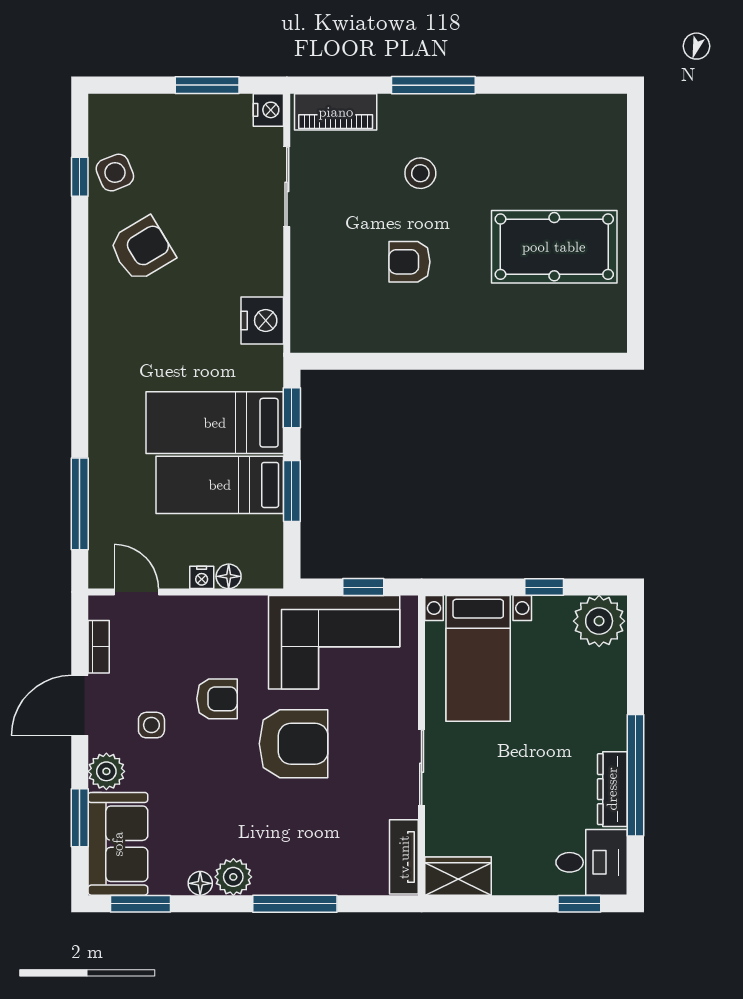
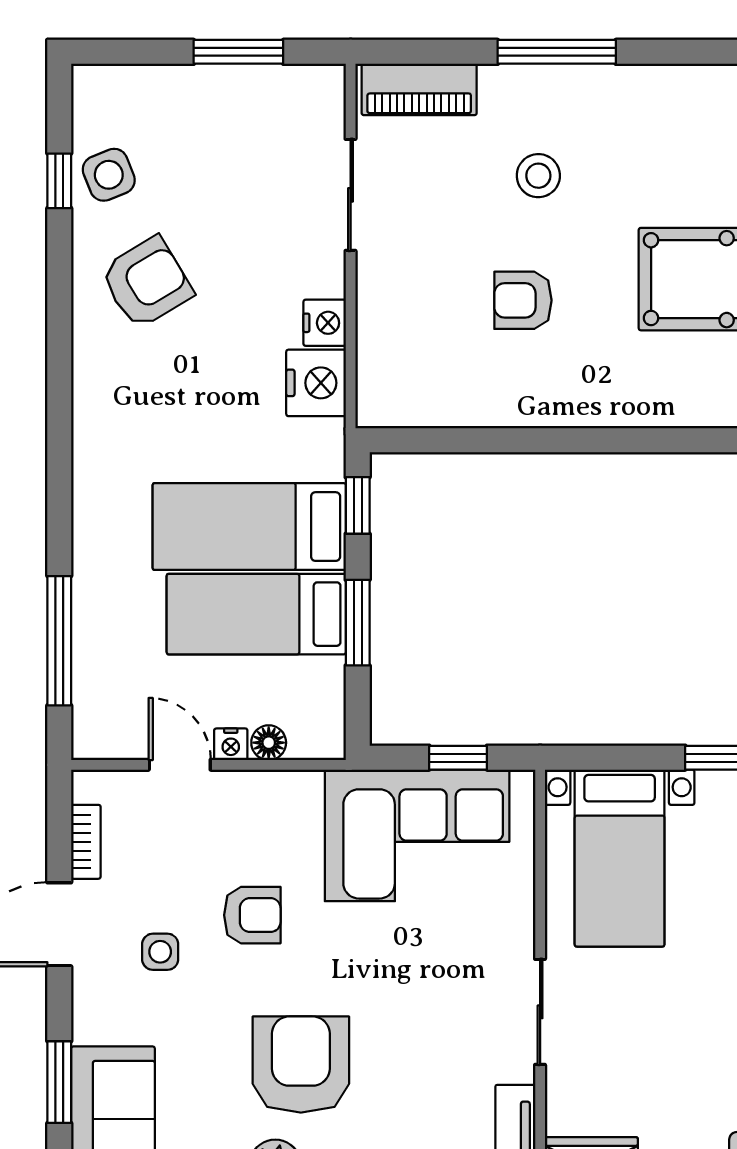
nightstand: (268, 110) -> (325, 323), moved
door: (136, 592) -> (180, 765), moved
armchair: (293, 744) -> (301, 1065), moved, turned -90
plant: (106, 771) -> (97, 1017), removed

